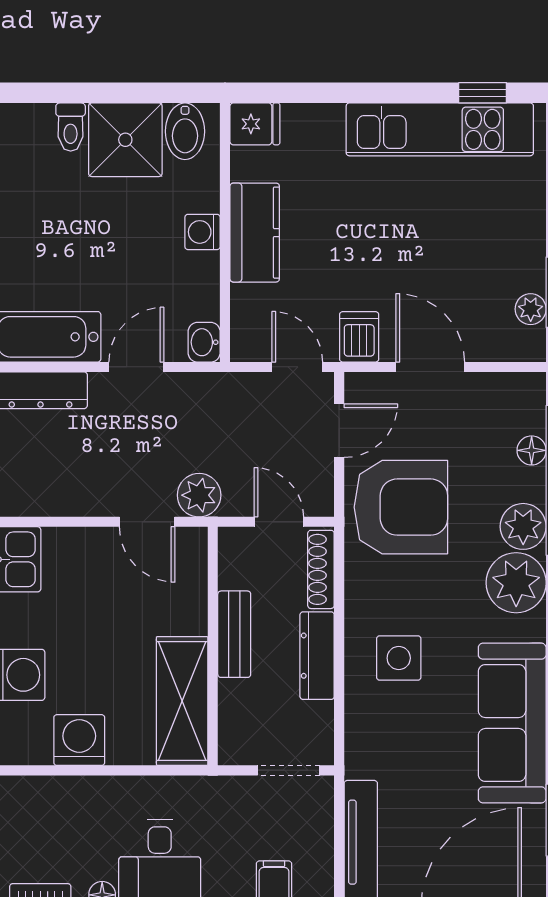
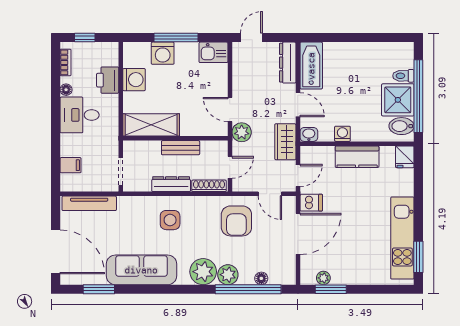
window: (117, 93) -> (418, 96), added
window: (483, 93) -> (418, 257), width x1.50
washing machine: (203, 232) -> (342, 134), moved
door: (430, 367) -> (298, 234), width x1.36
wardrobe: (221, 396) -> (285, 142), added
armchair: (401, 507) -> (236, 221), width x0.73, depth x0.73
door: (147, 522) -> (230, 109), hinge flipped
printer: (80, 800) -> (108, 80), added

